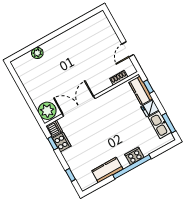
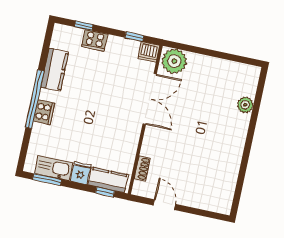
cooker: (62, 142) -> (95, 40), moved

